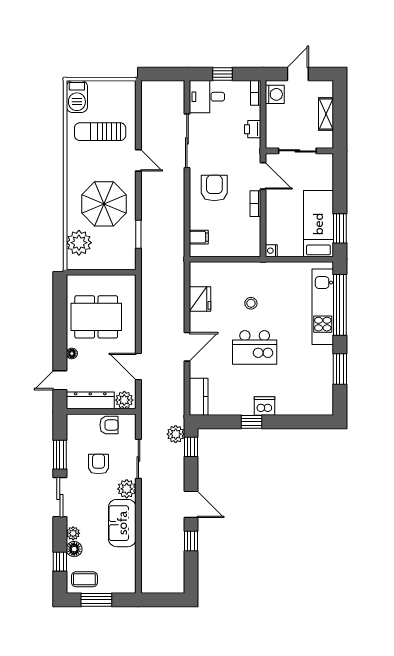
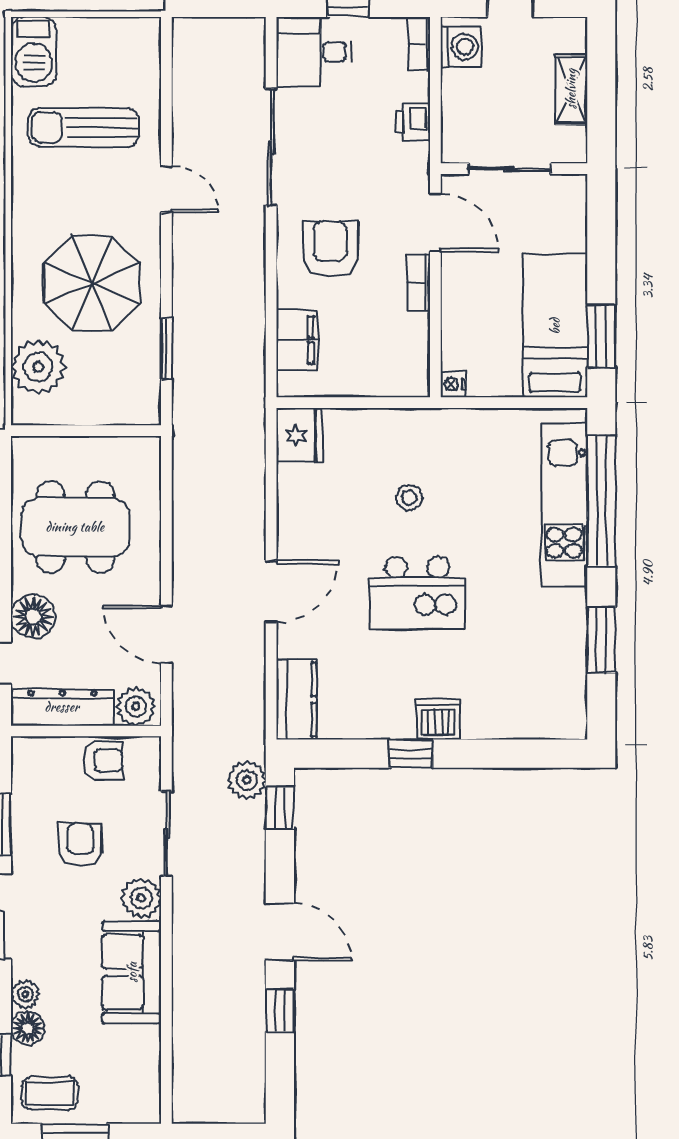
filing cabinet: (199, 237) -> (297, 340), width x2.00
fridge: (200, 299) -> (299, 435), moved
floor lamp: (72, 354) -> (33, 617), width x1.89, depth x1.89

